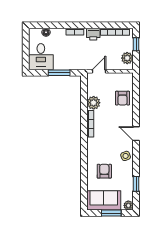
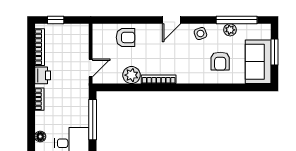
plant: (127, 58) -> (74, 31), removed
door: (99, 71) -> (91, 68), swing flipped
window: (59, 73) -> (93, 120), width x1.44
armchair: (104, 171) -> (220, 61), turned -90
window: (136, 184) -> (237, 20), width x2.17
plant: (128, 205) -> (230, 30), moved

